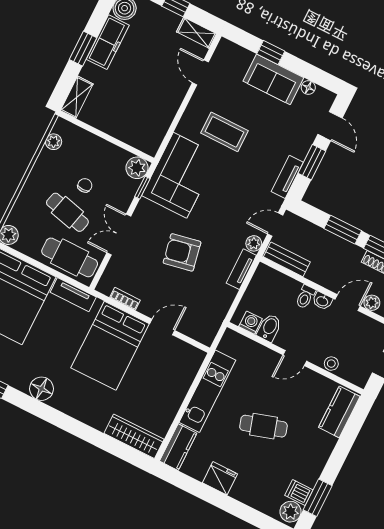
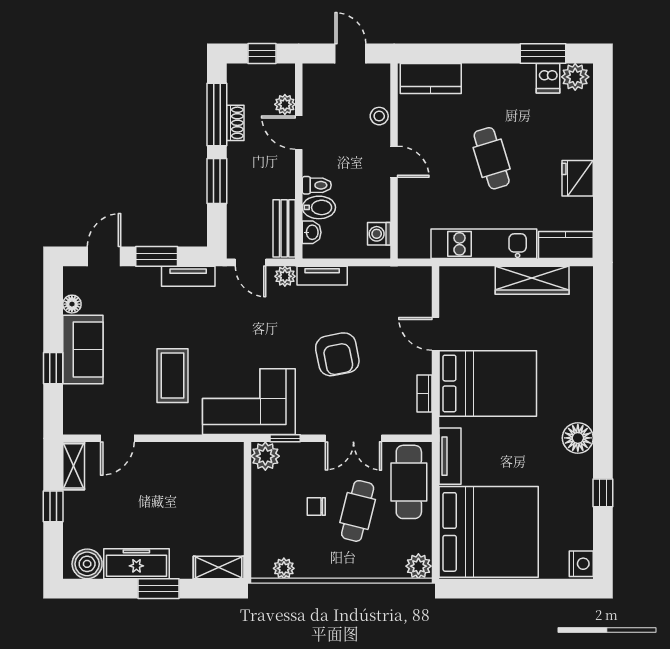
washbasin: (322, 301) -> (312, 232), moved
bidet: (269, 328) -> (319, 207), moved, turned 180
wardrobe: (134, 436) -> (532, 280), moved, turned -90

